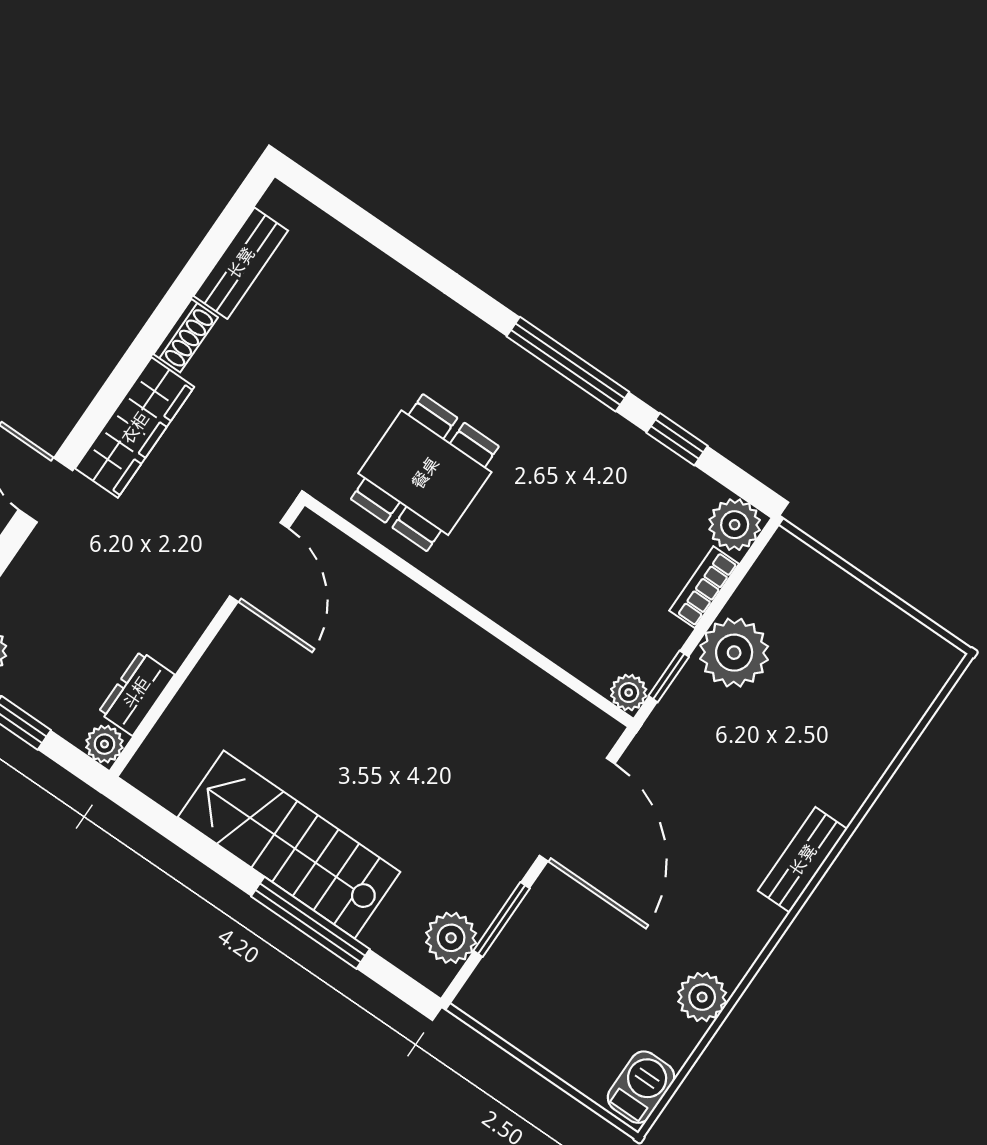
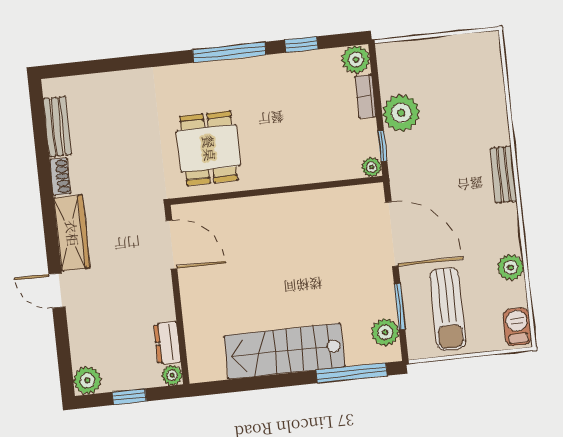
window: (310, 923) -> (352, 373), moved
sun lounger: (565, 980) -> (448, 309), added

